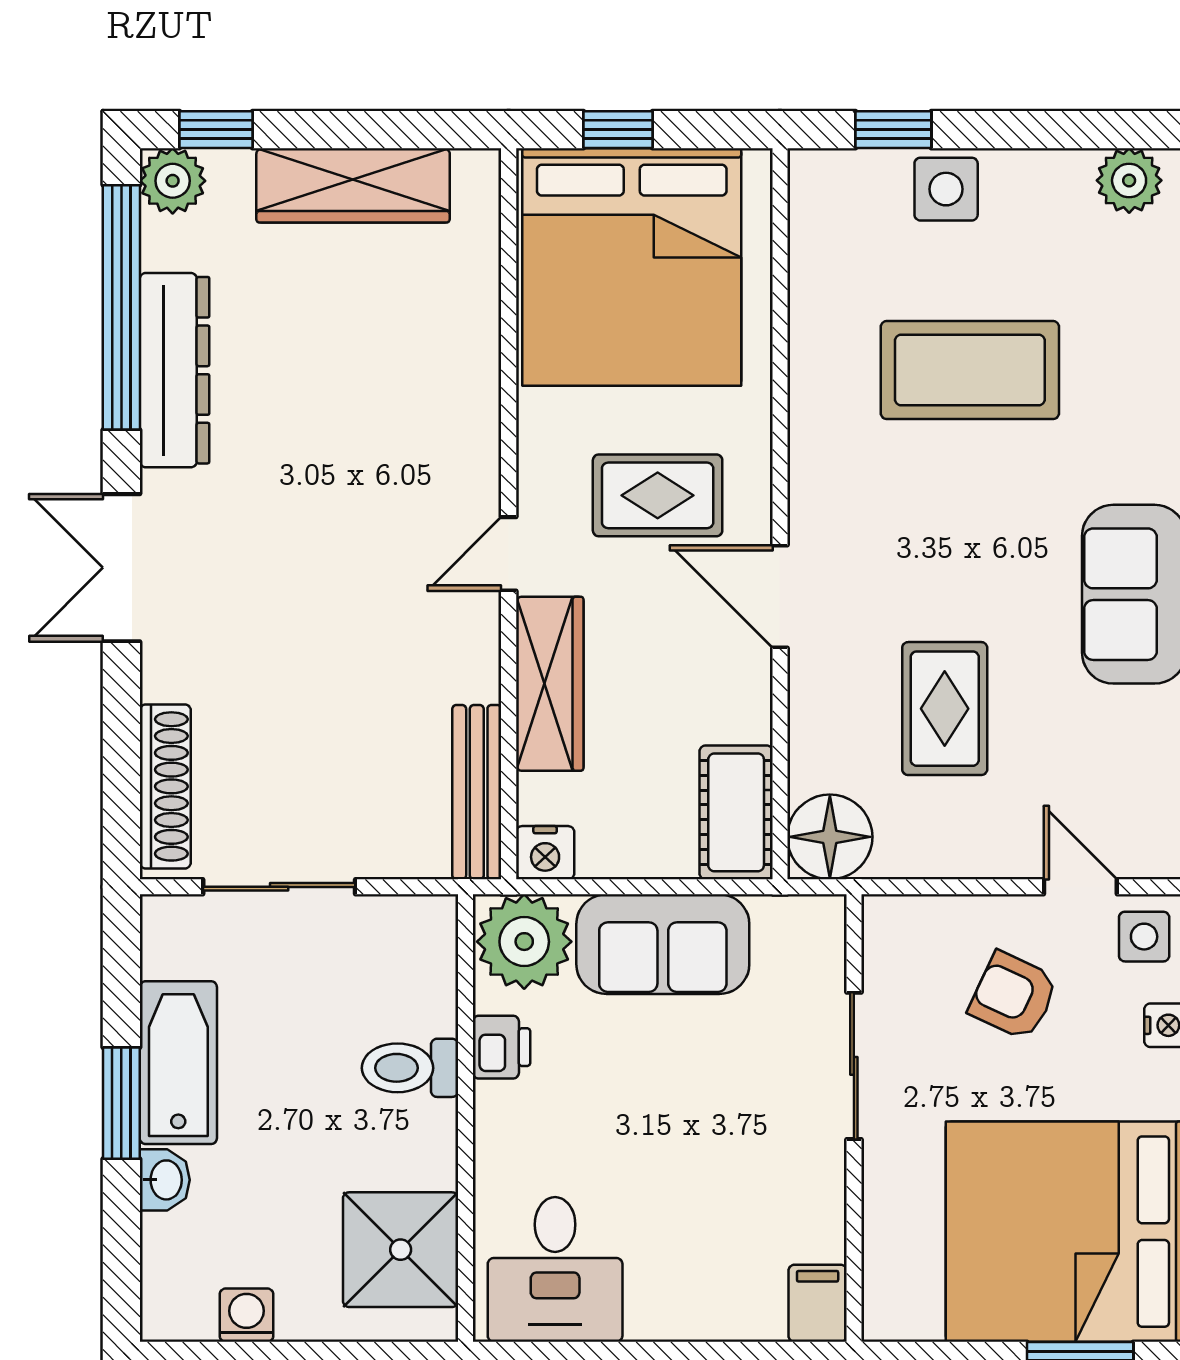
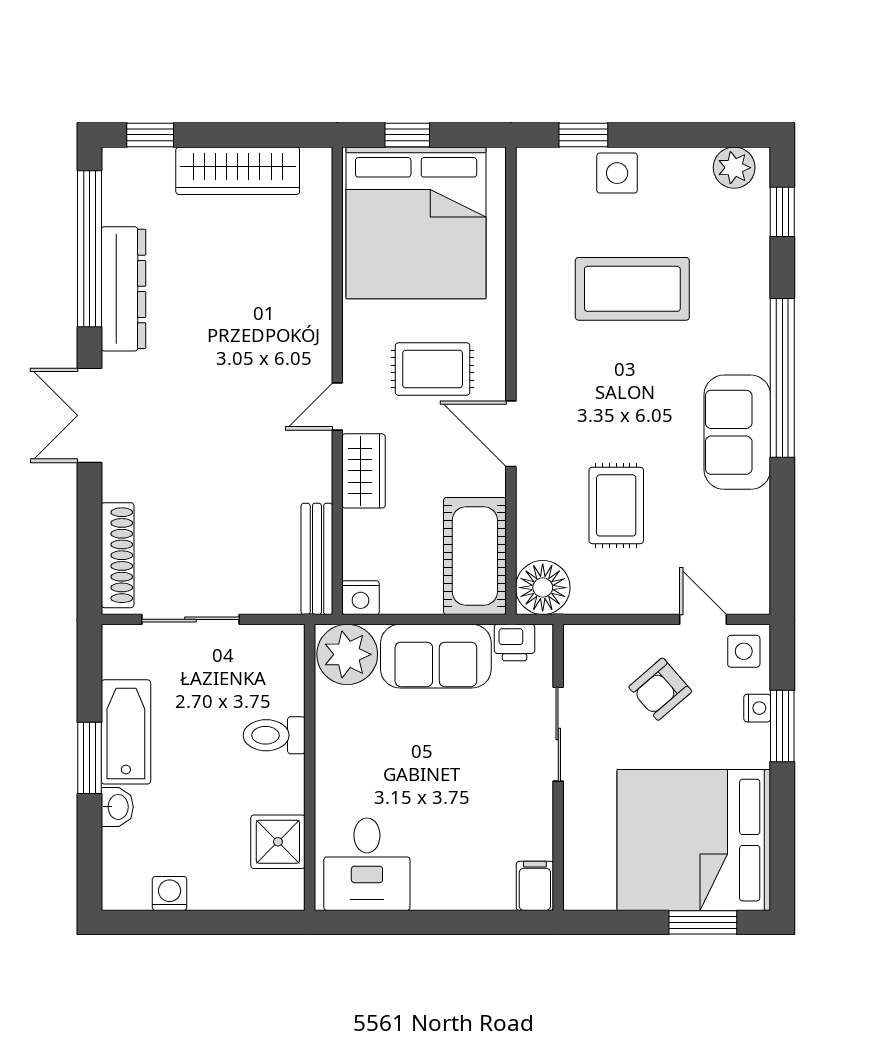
plant: (173, 181) -> (122, 168), removed
wardrobe: (550, 684) -> (364, 471), width x0.67
cot: (736, 812) -> (475, 556), width x1.37, depth x1.34
armchair: (1013, 996) -> (660, 689), turned -66
printer: (502, 1047) -> (515, 643), moved, turned 90
shower: (401, 1250) -> (278, 842), width x0.73, depth x0.73

